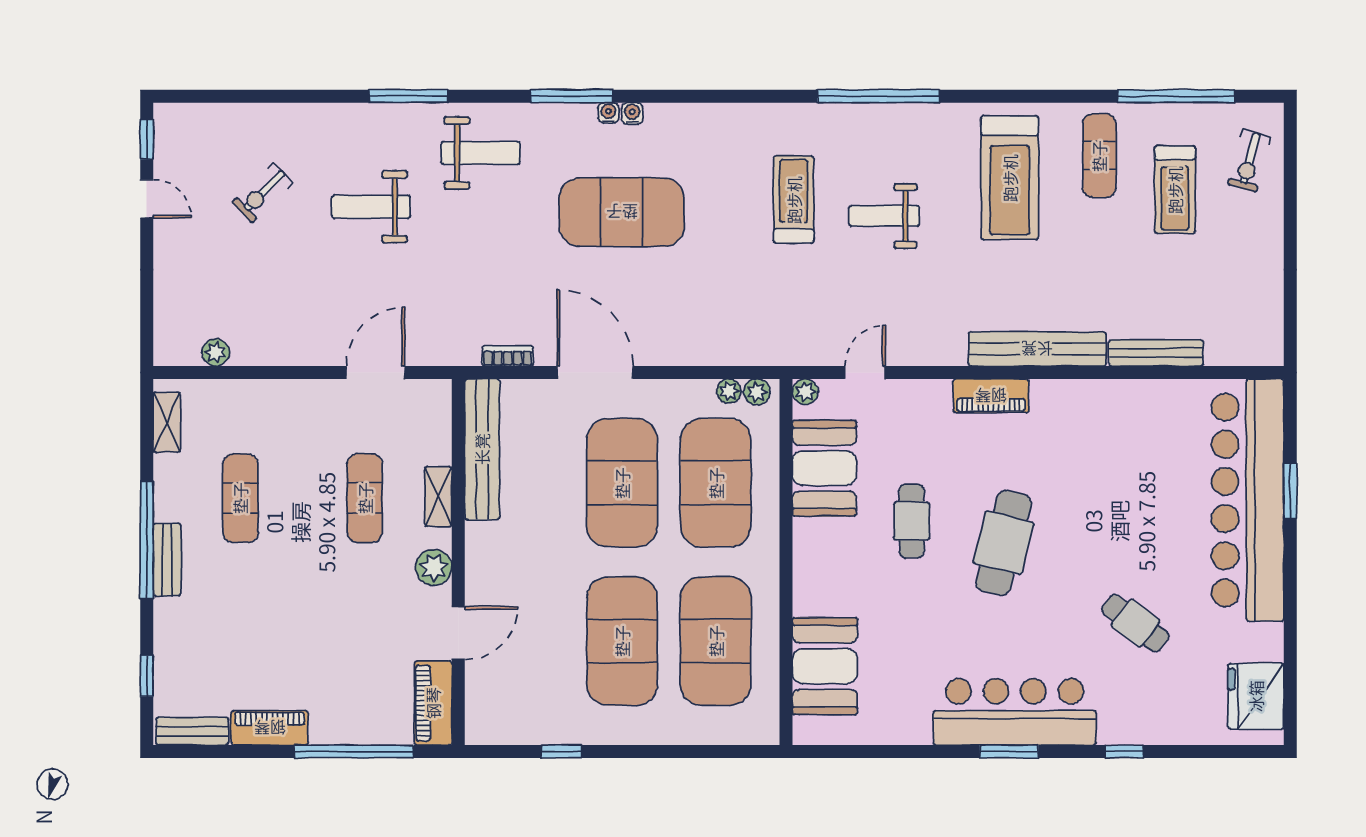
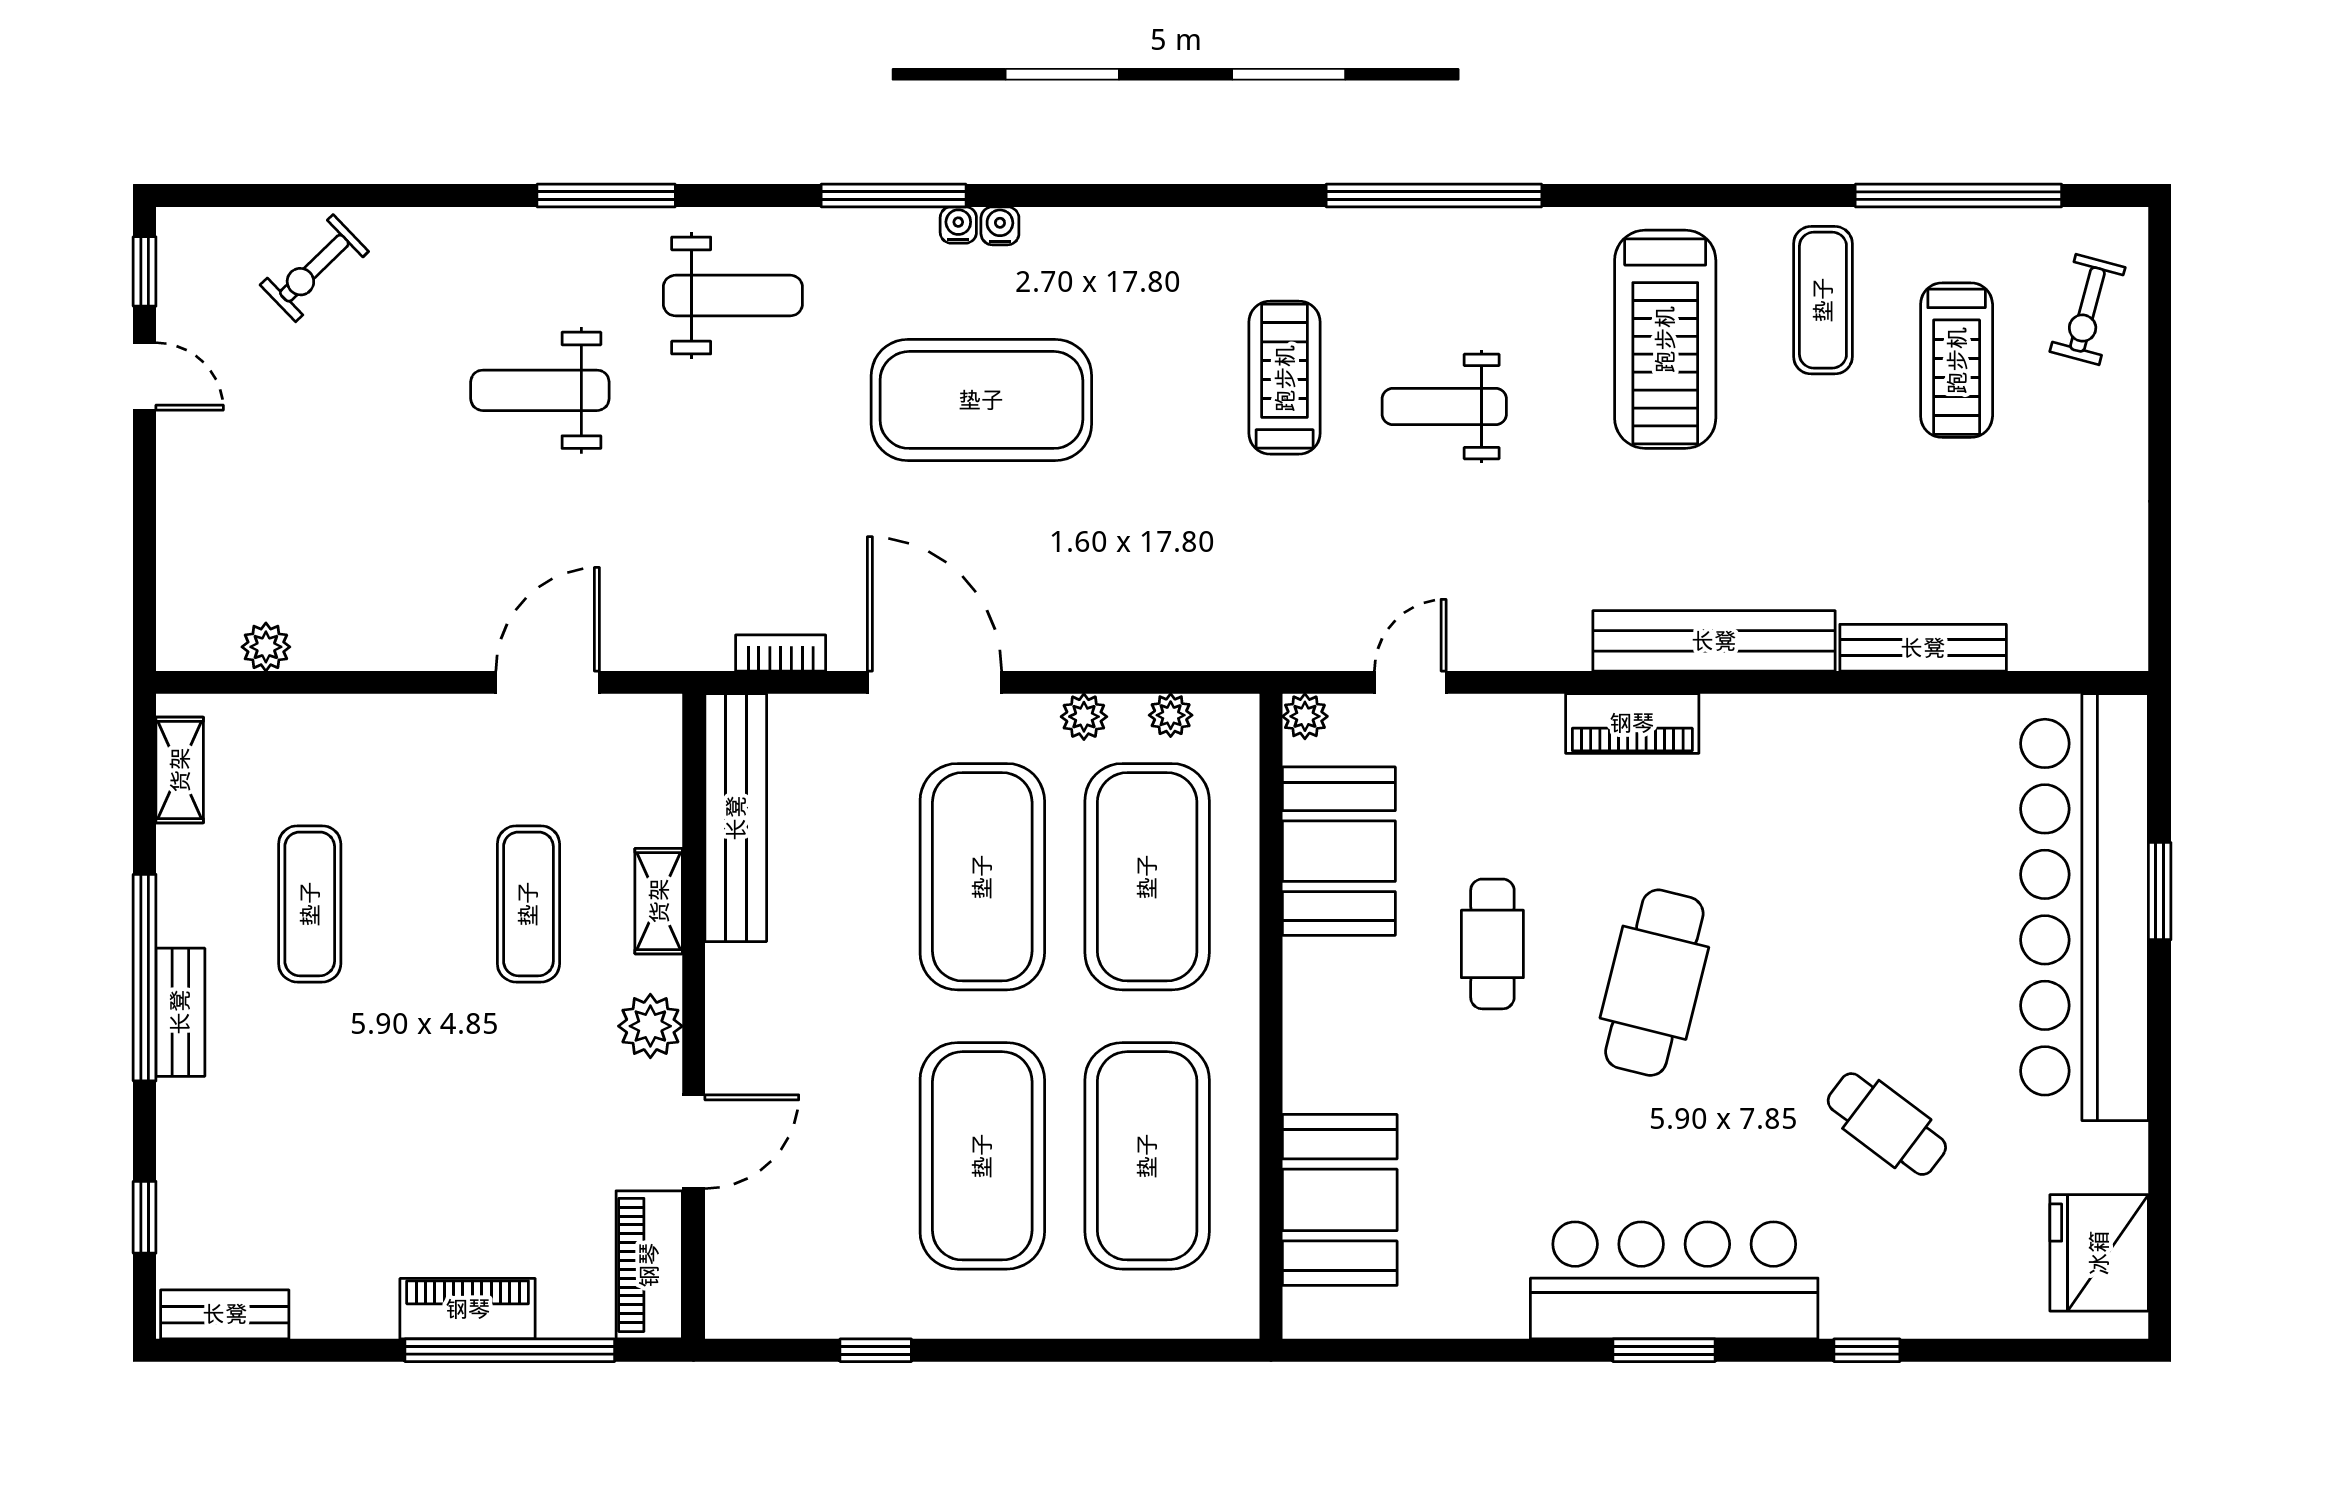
exercise bike: (263, 193) -> (314, 268), moved
plant: (757, 392) -> (1084, 717), moved
piano: (270, 728) -> (468, 1309), moved

